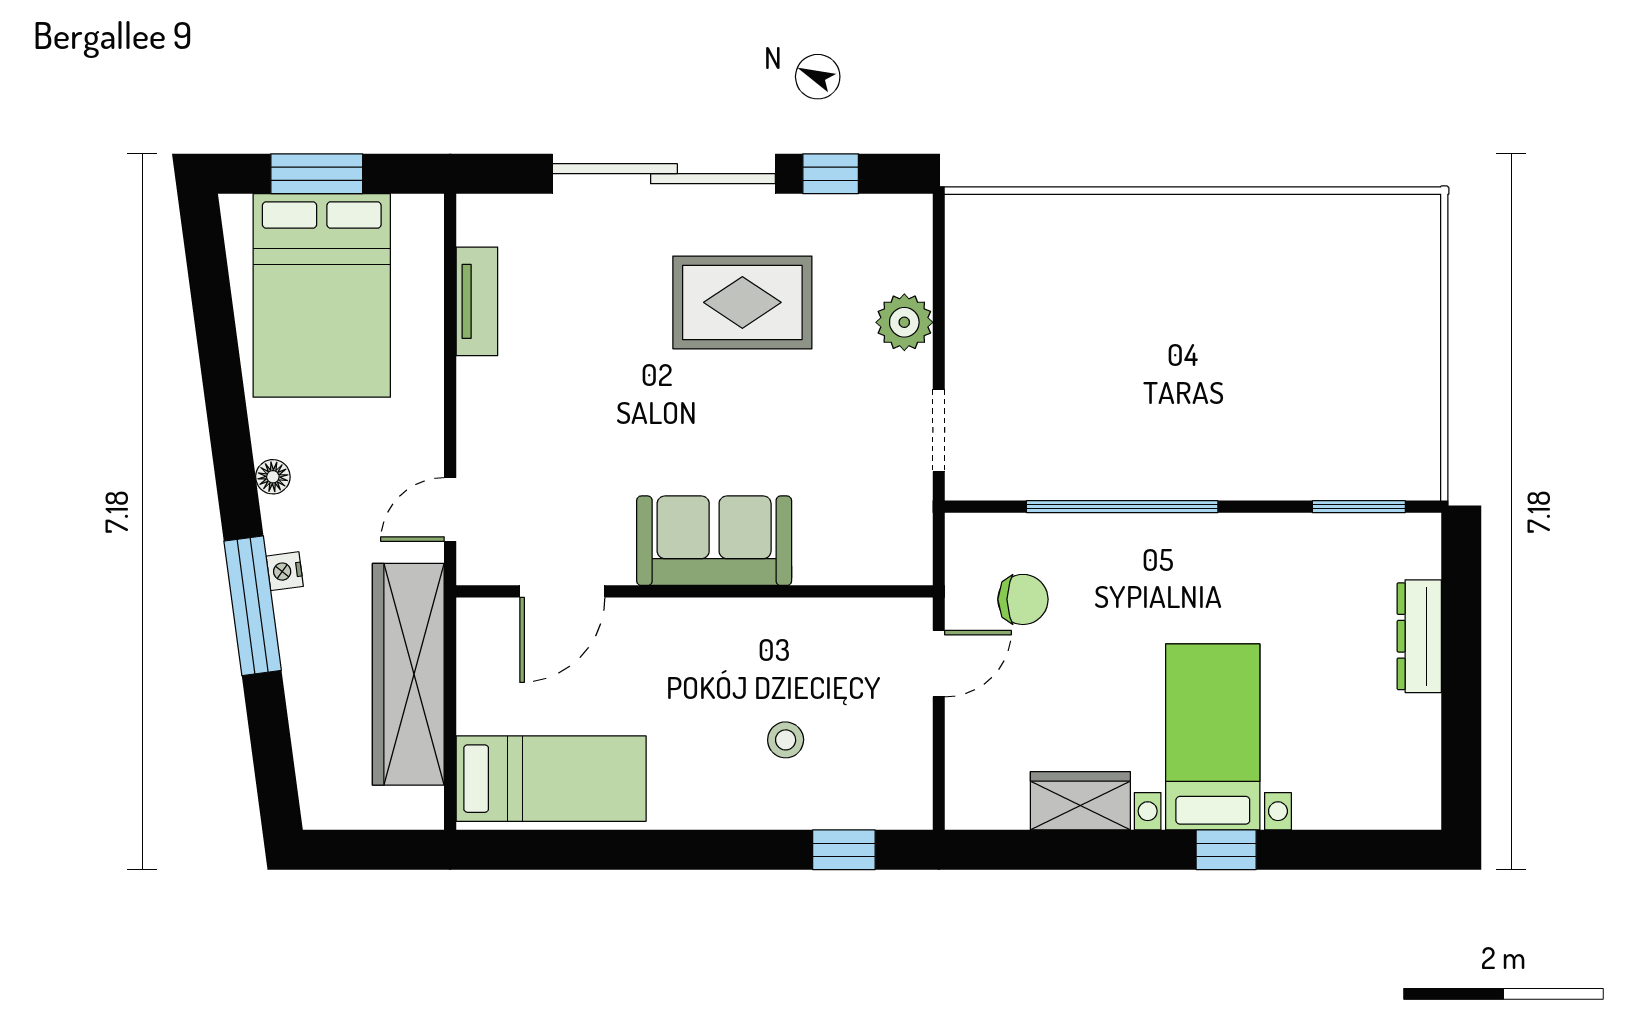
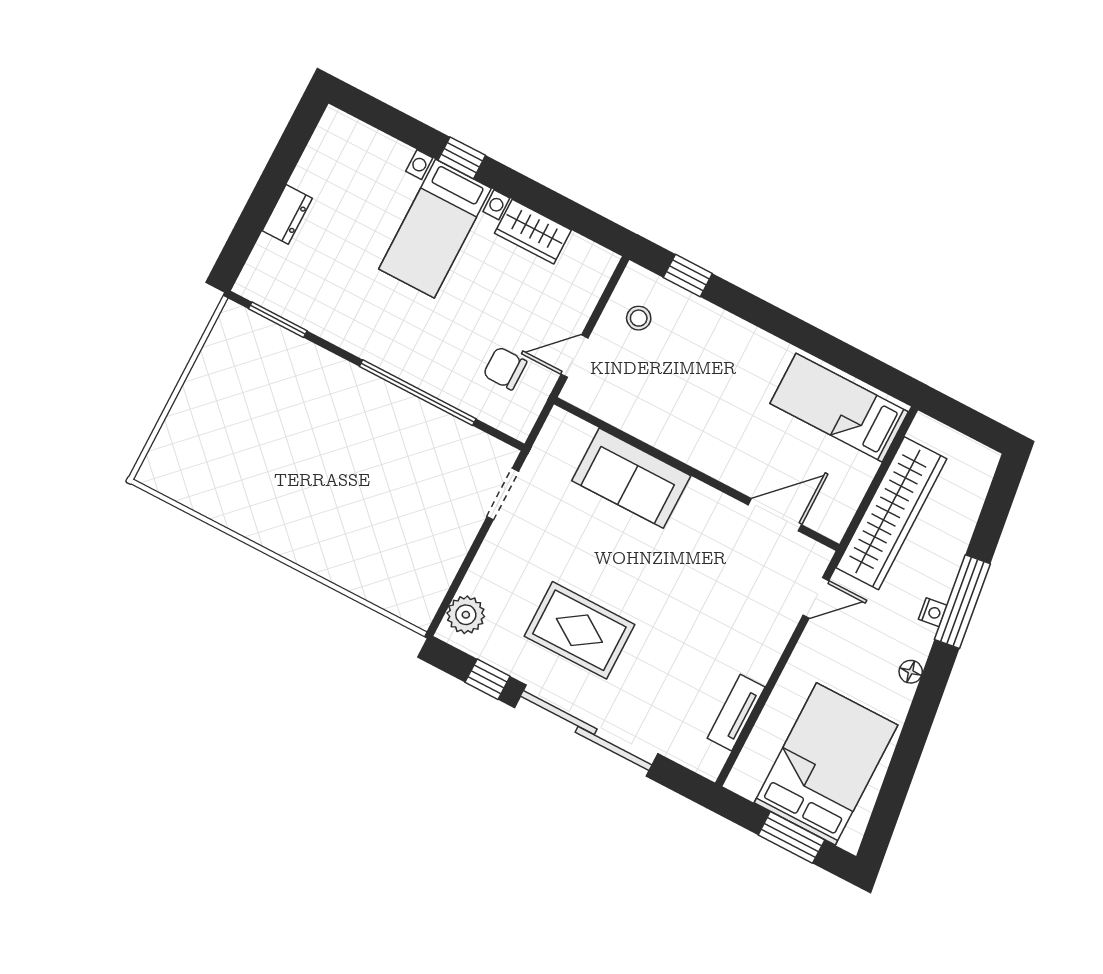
plant: (904, 322) -> (466, 615), moved
sofa: (714, 541) -> (631, 478), moved
dresser: (1419, 636) -> (287, 214), width x0.70
stool: (786, 740) -> (639, 318), moved

